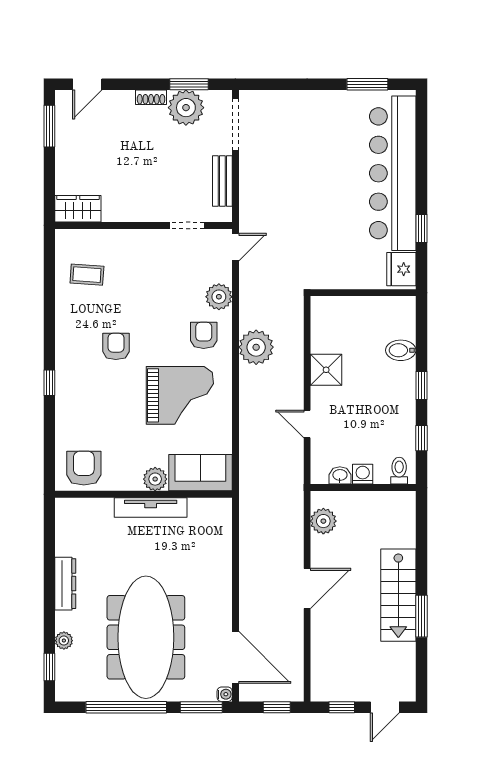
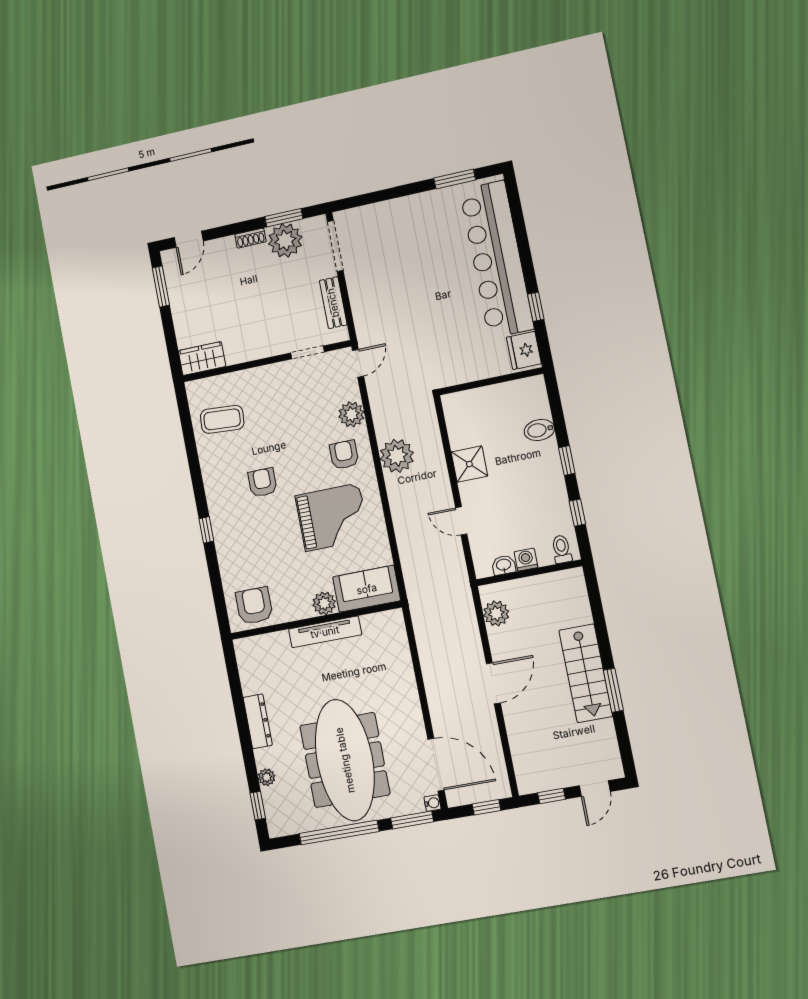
coffee table: (87, 275) -> (222, 419), width x1.36, depth x1.30

